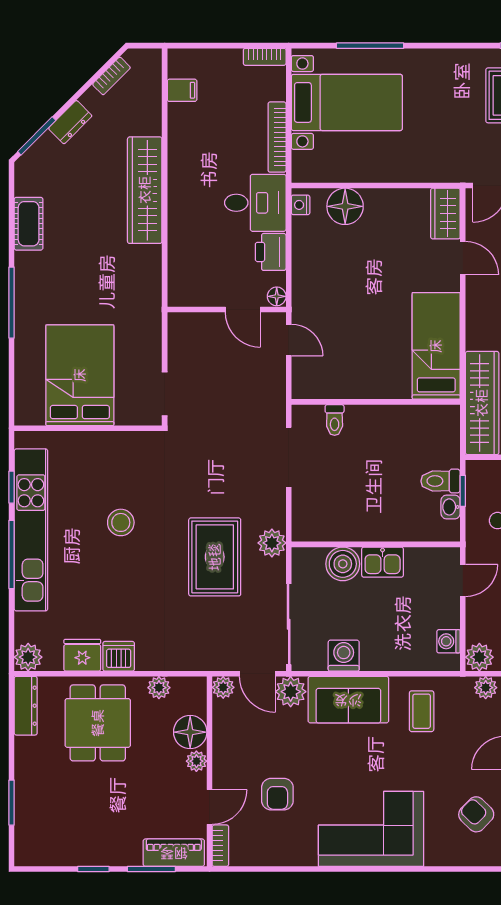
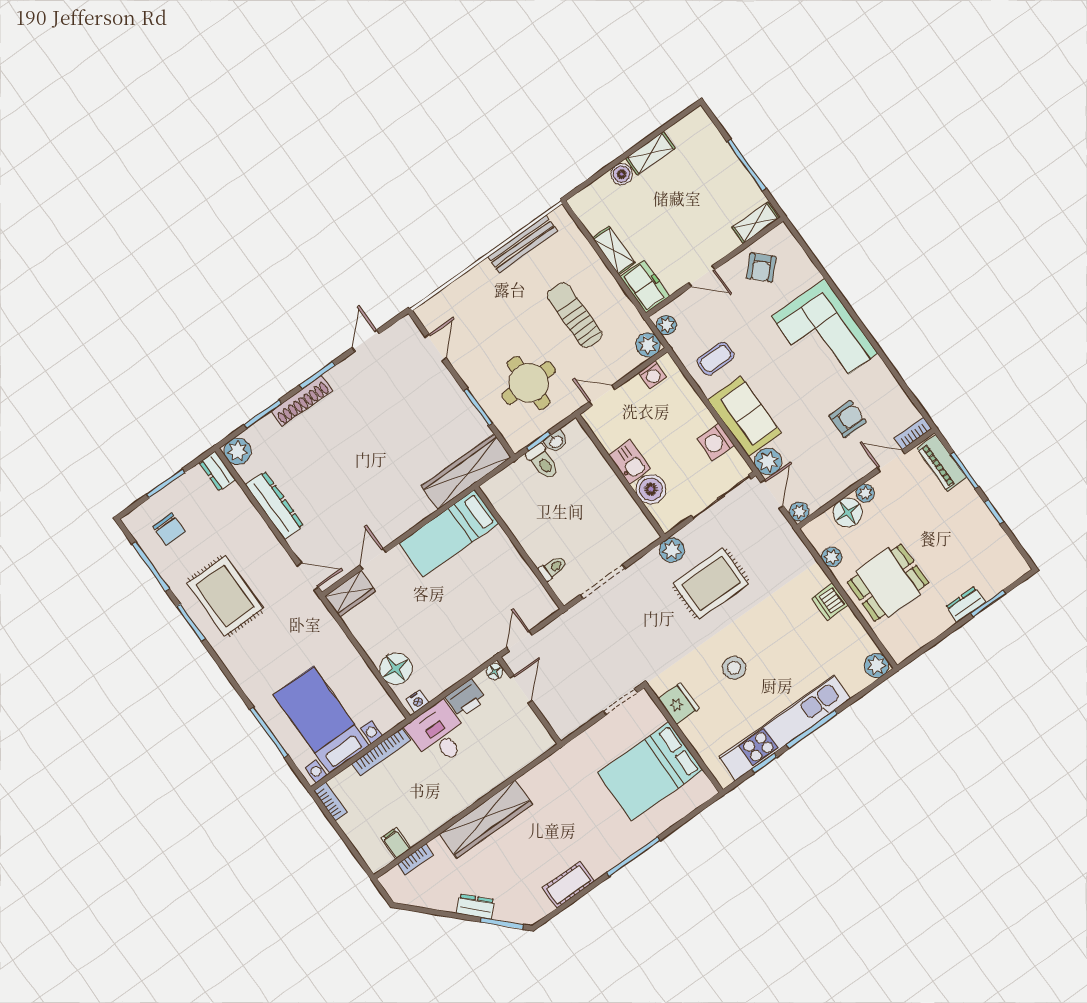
bookcase: (111, 76) -> (415, 860), moved, turned 135
fridge: (82, 655) -> (678, 704), moved, turned 180
dresser: (26, 706) -> (966, 604), moved, width x0.70

